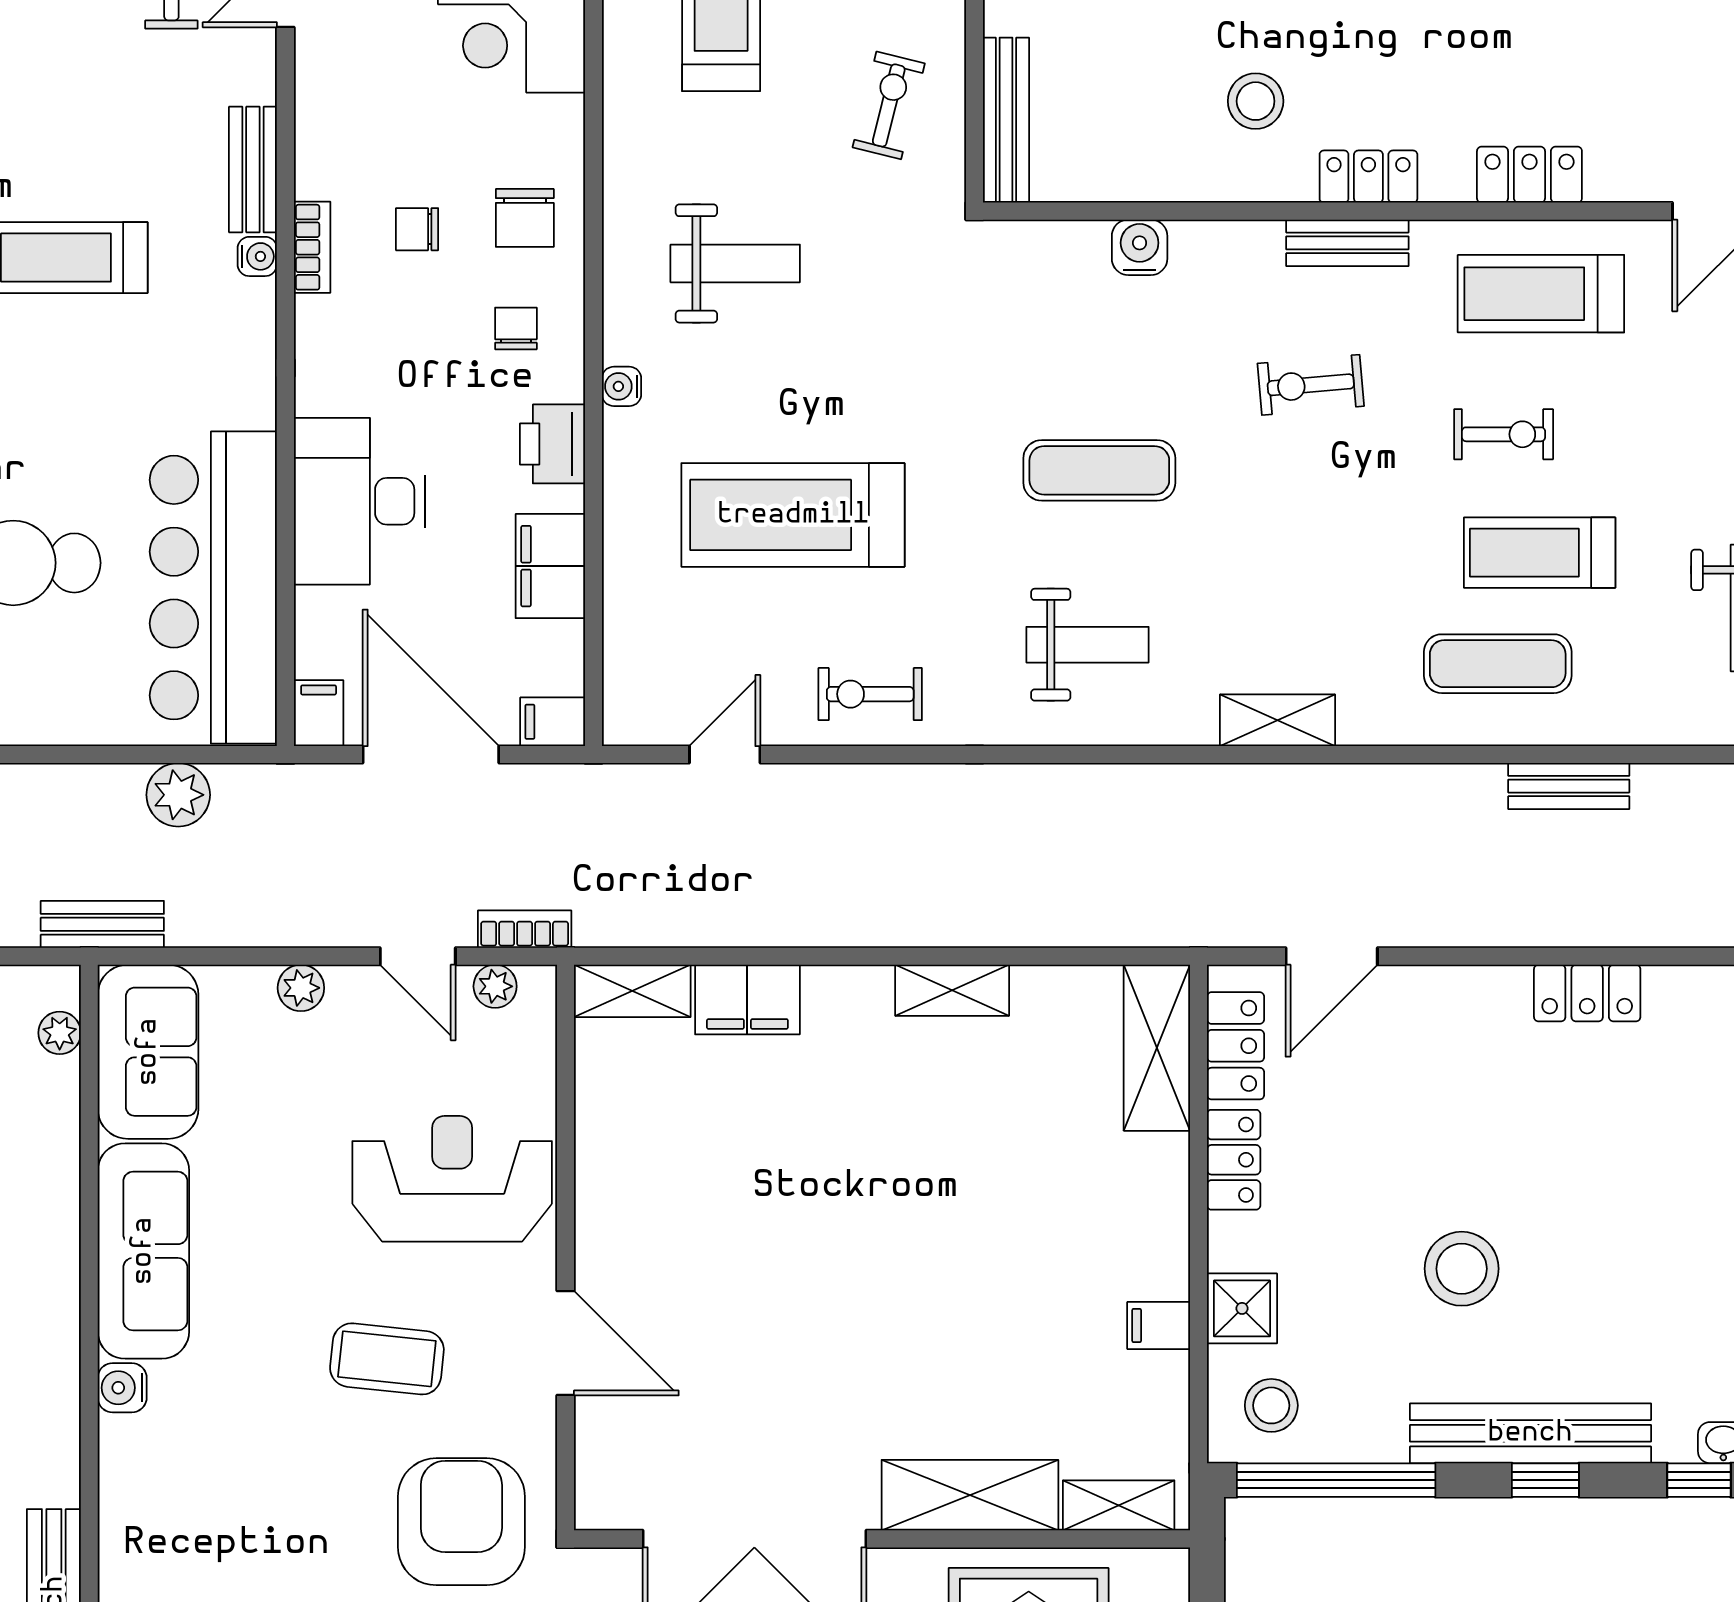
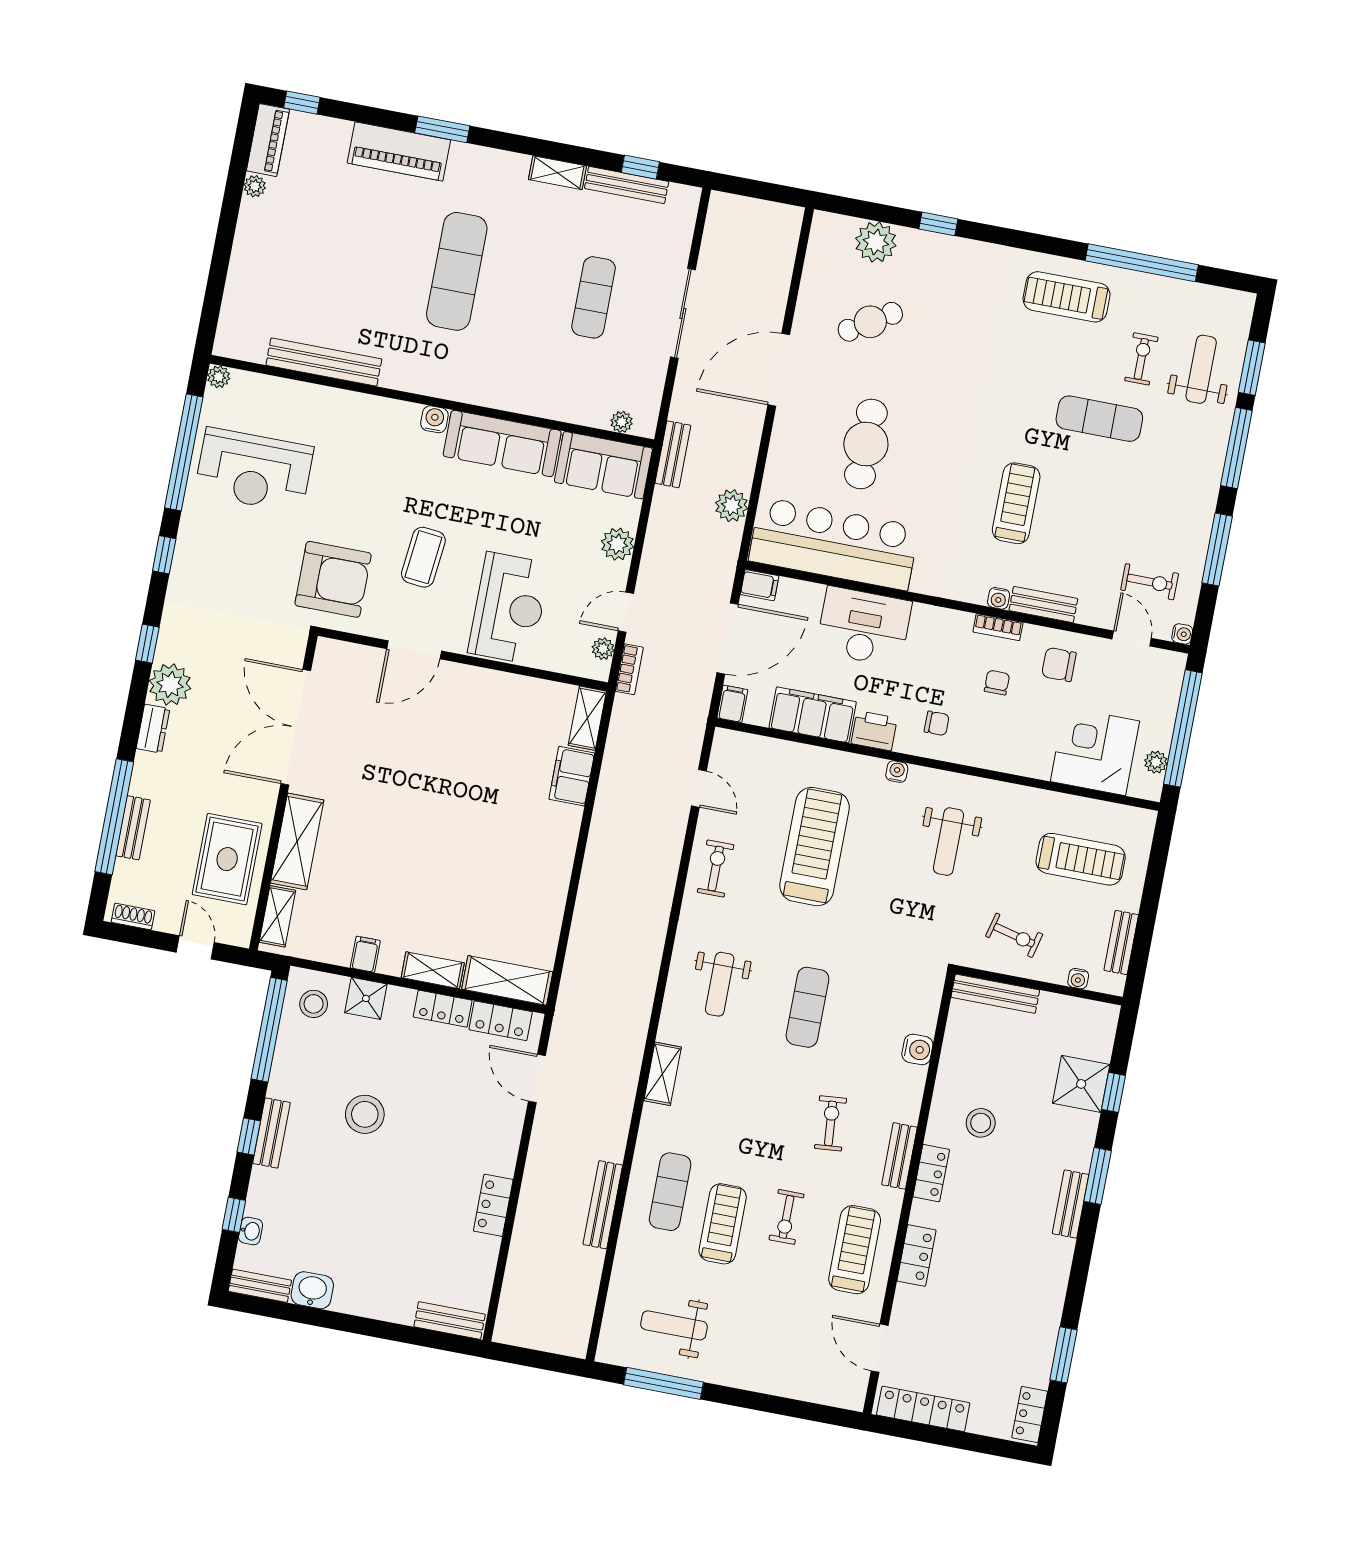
chair: (525, 218) -> (1059, 664), moved
filing cabinet: (550, 566) -> (813, 715), width x1.50, depth x1.17
bench: (1569, 786) -> (603, 1205), width x1.36
plant: (301, 988) -> (617, 544), width x1.38, depth x1.38
shelving: (952, 990) -> (433, 970), moved, turned 90
bench: (1530, 1433) -> (271, 1133), width x0.54, depth x0.82

